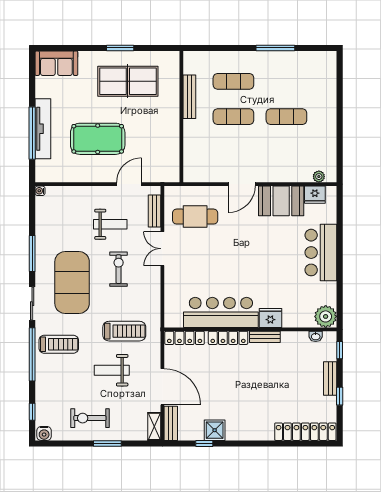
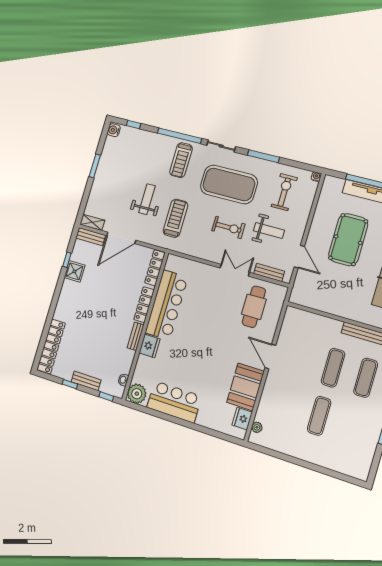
weight bench: (110, 224) -> (269, 230), turned -90
bar counter: (321, 253) -> (174, 402), moved
treadmill: (124, 331) -> (175, 218), turned 180
exercise bike: (90, 418) -> (284, 192), moved
window: (107, 443) -> (95, 166), moved

